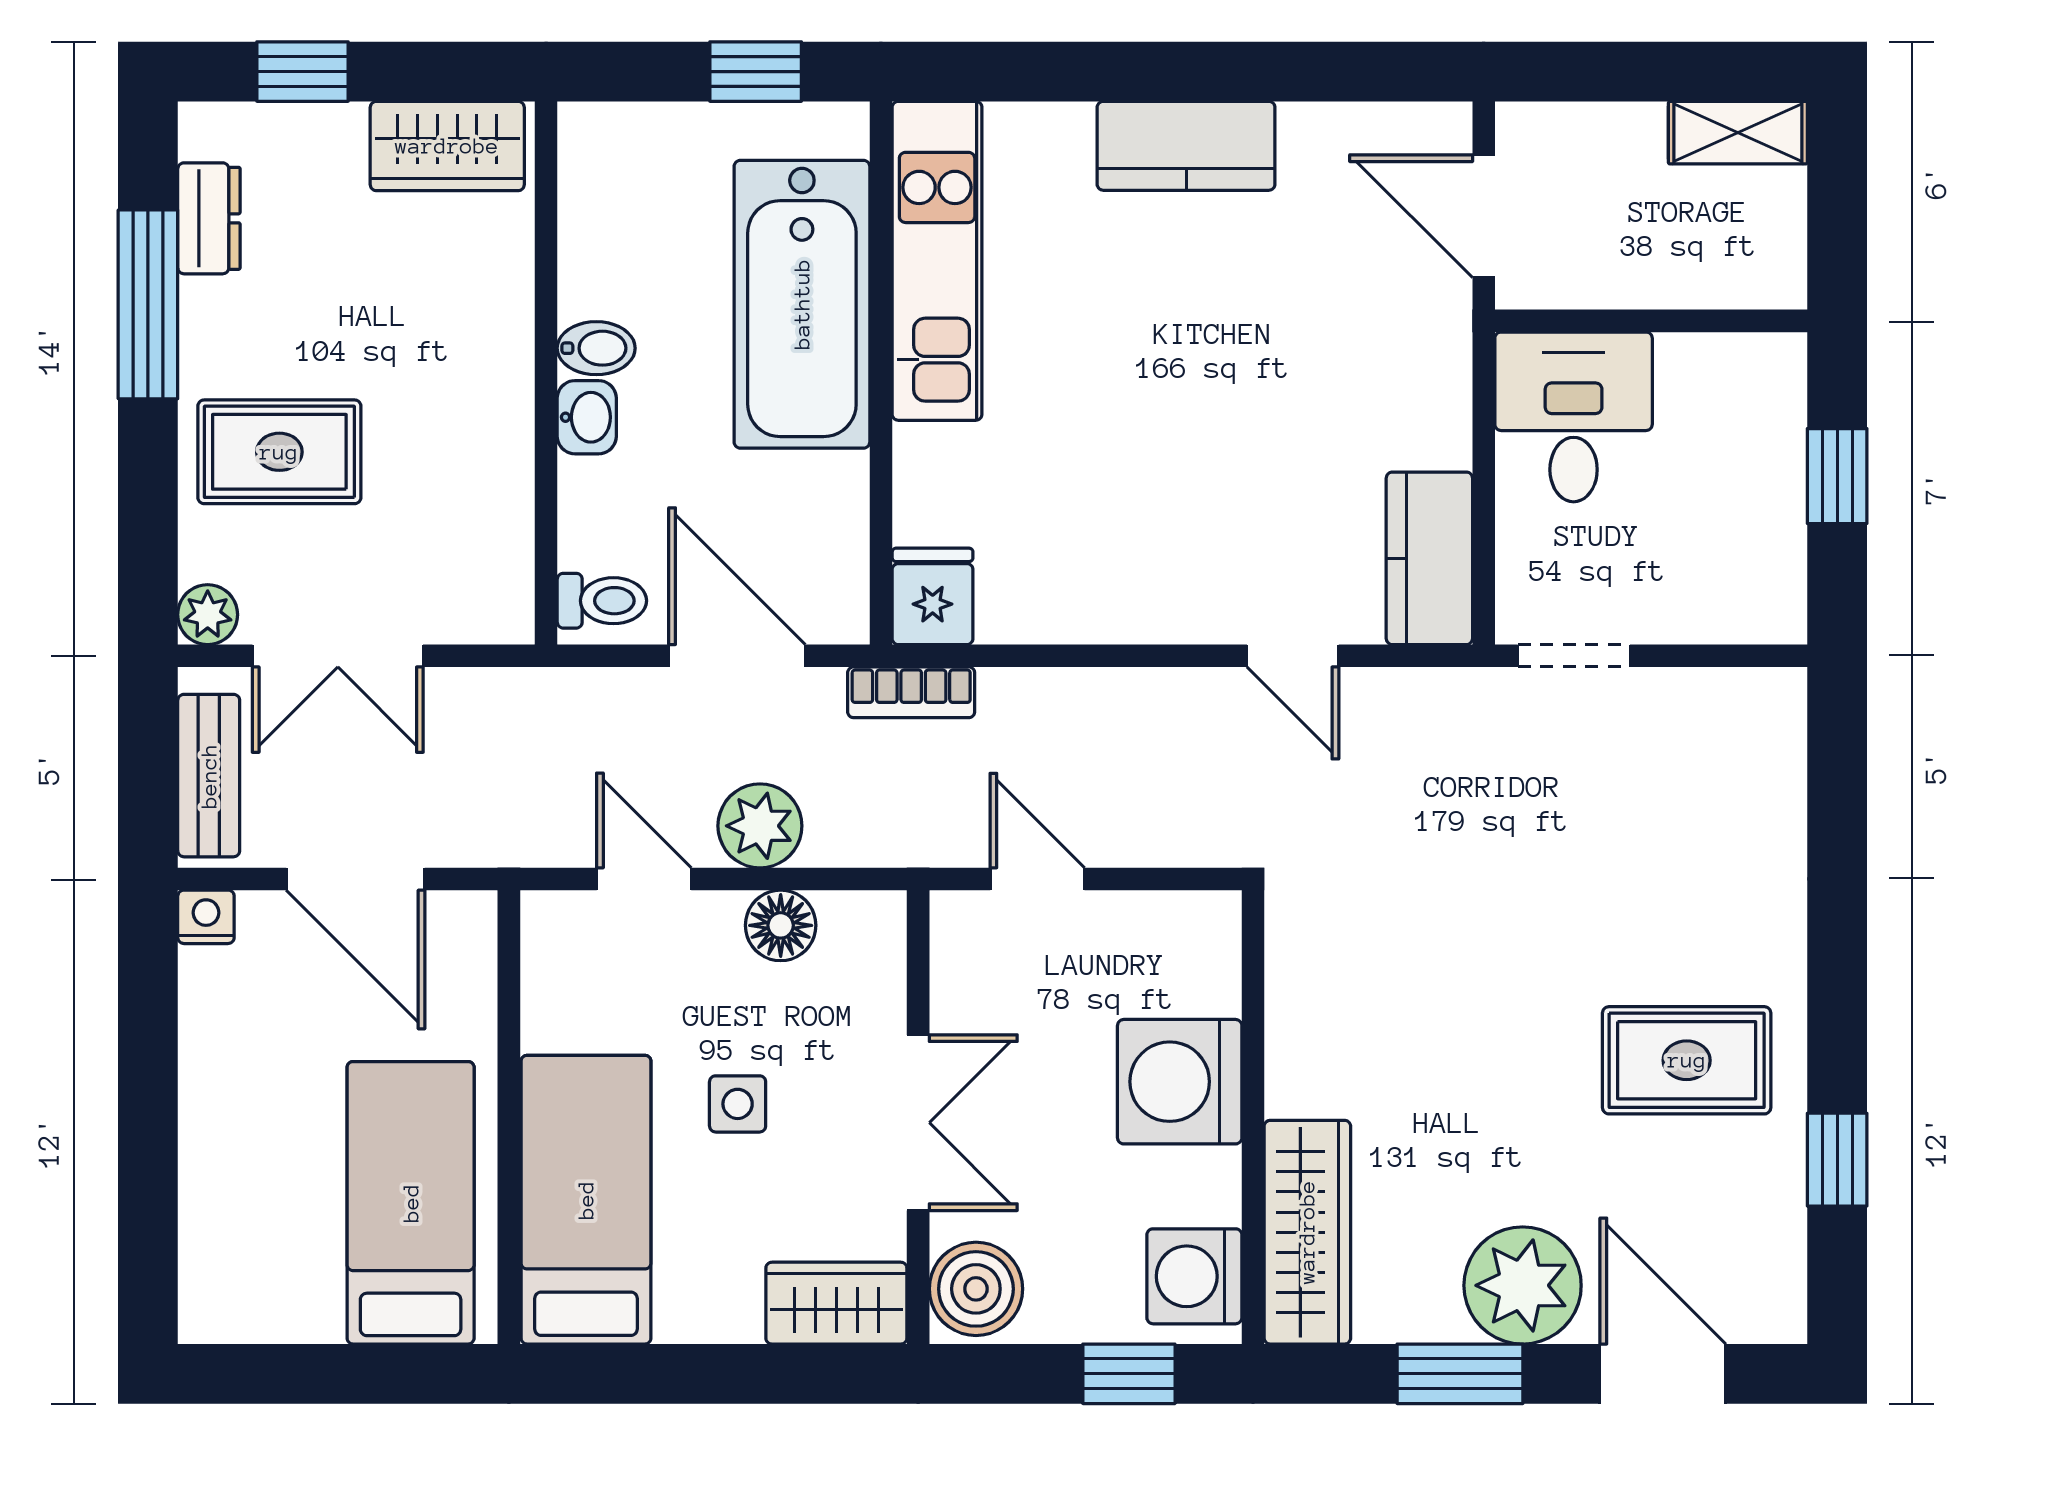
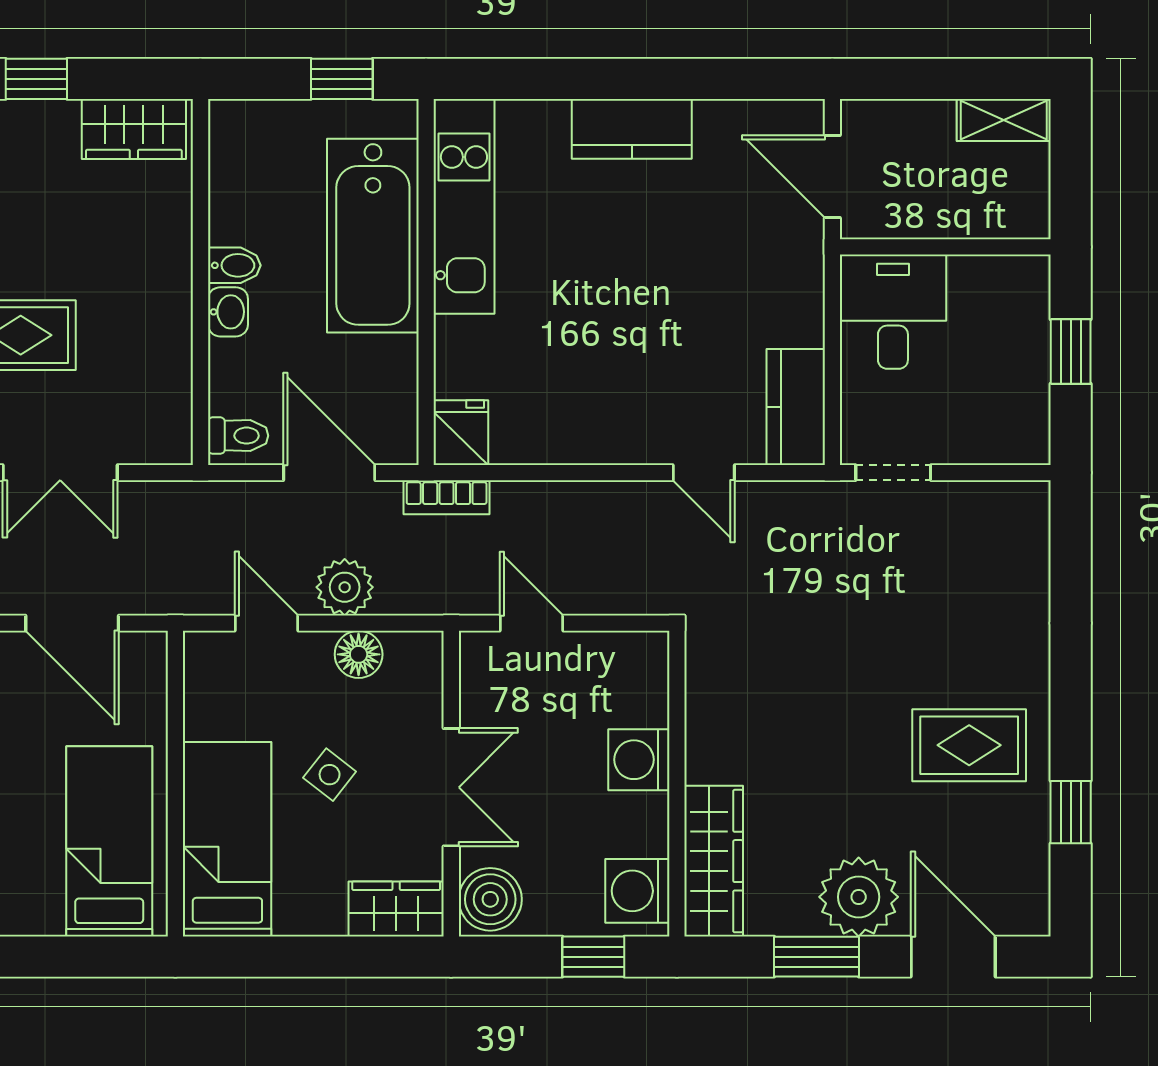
washing machine: (1180, 1082) -> (639, 760), width x0.73, depth x0.73
side table: (738, 1104) -> (330, 775), turned 38

